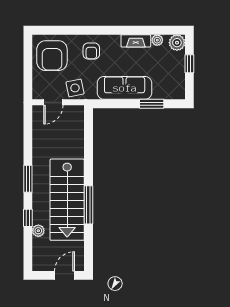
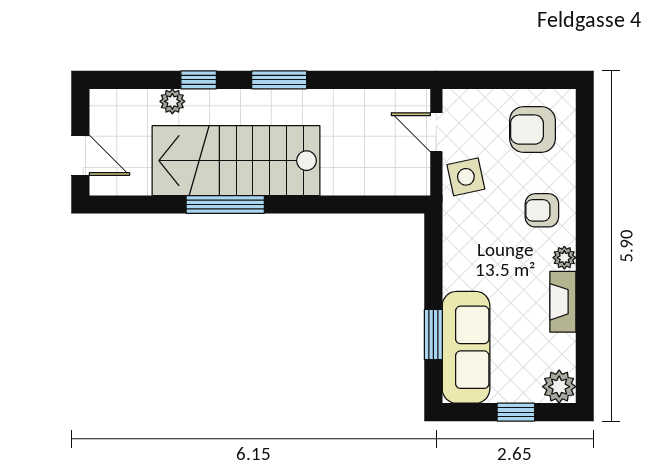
plant: (157, 40) -> (564, 258), moved
armchair: (52, 56) -> (532, 130), width x0.73, depth x0.73
sofa: (125, 88) -> (466, 347), moved

